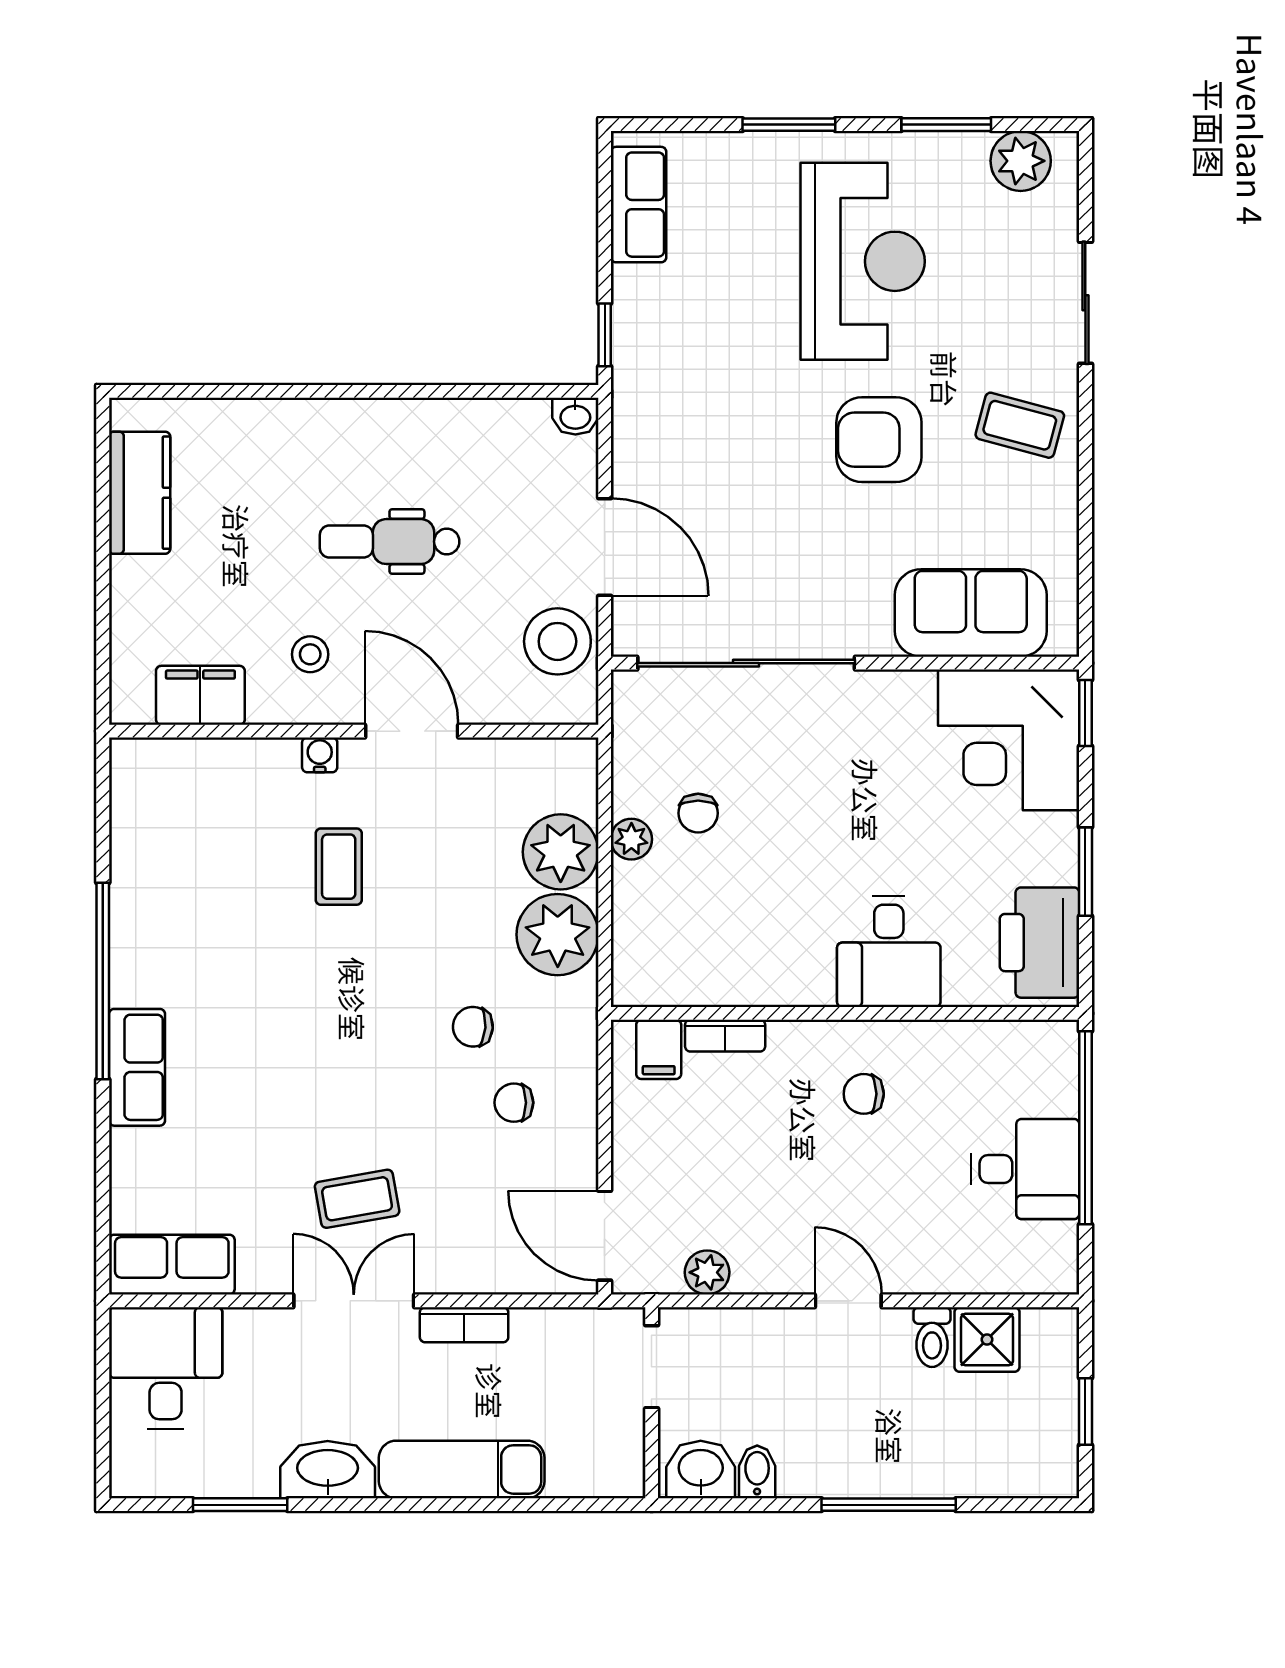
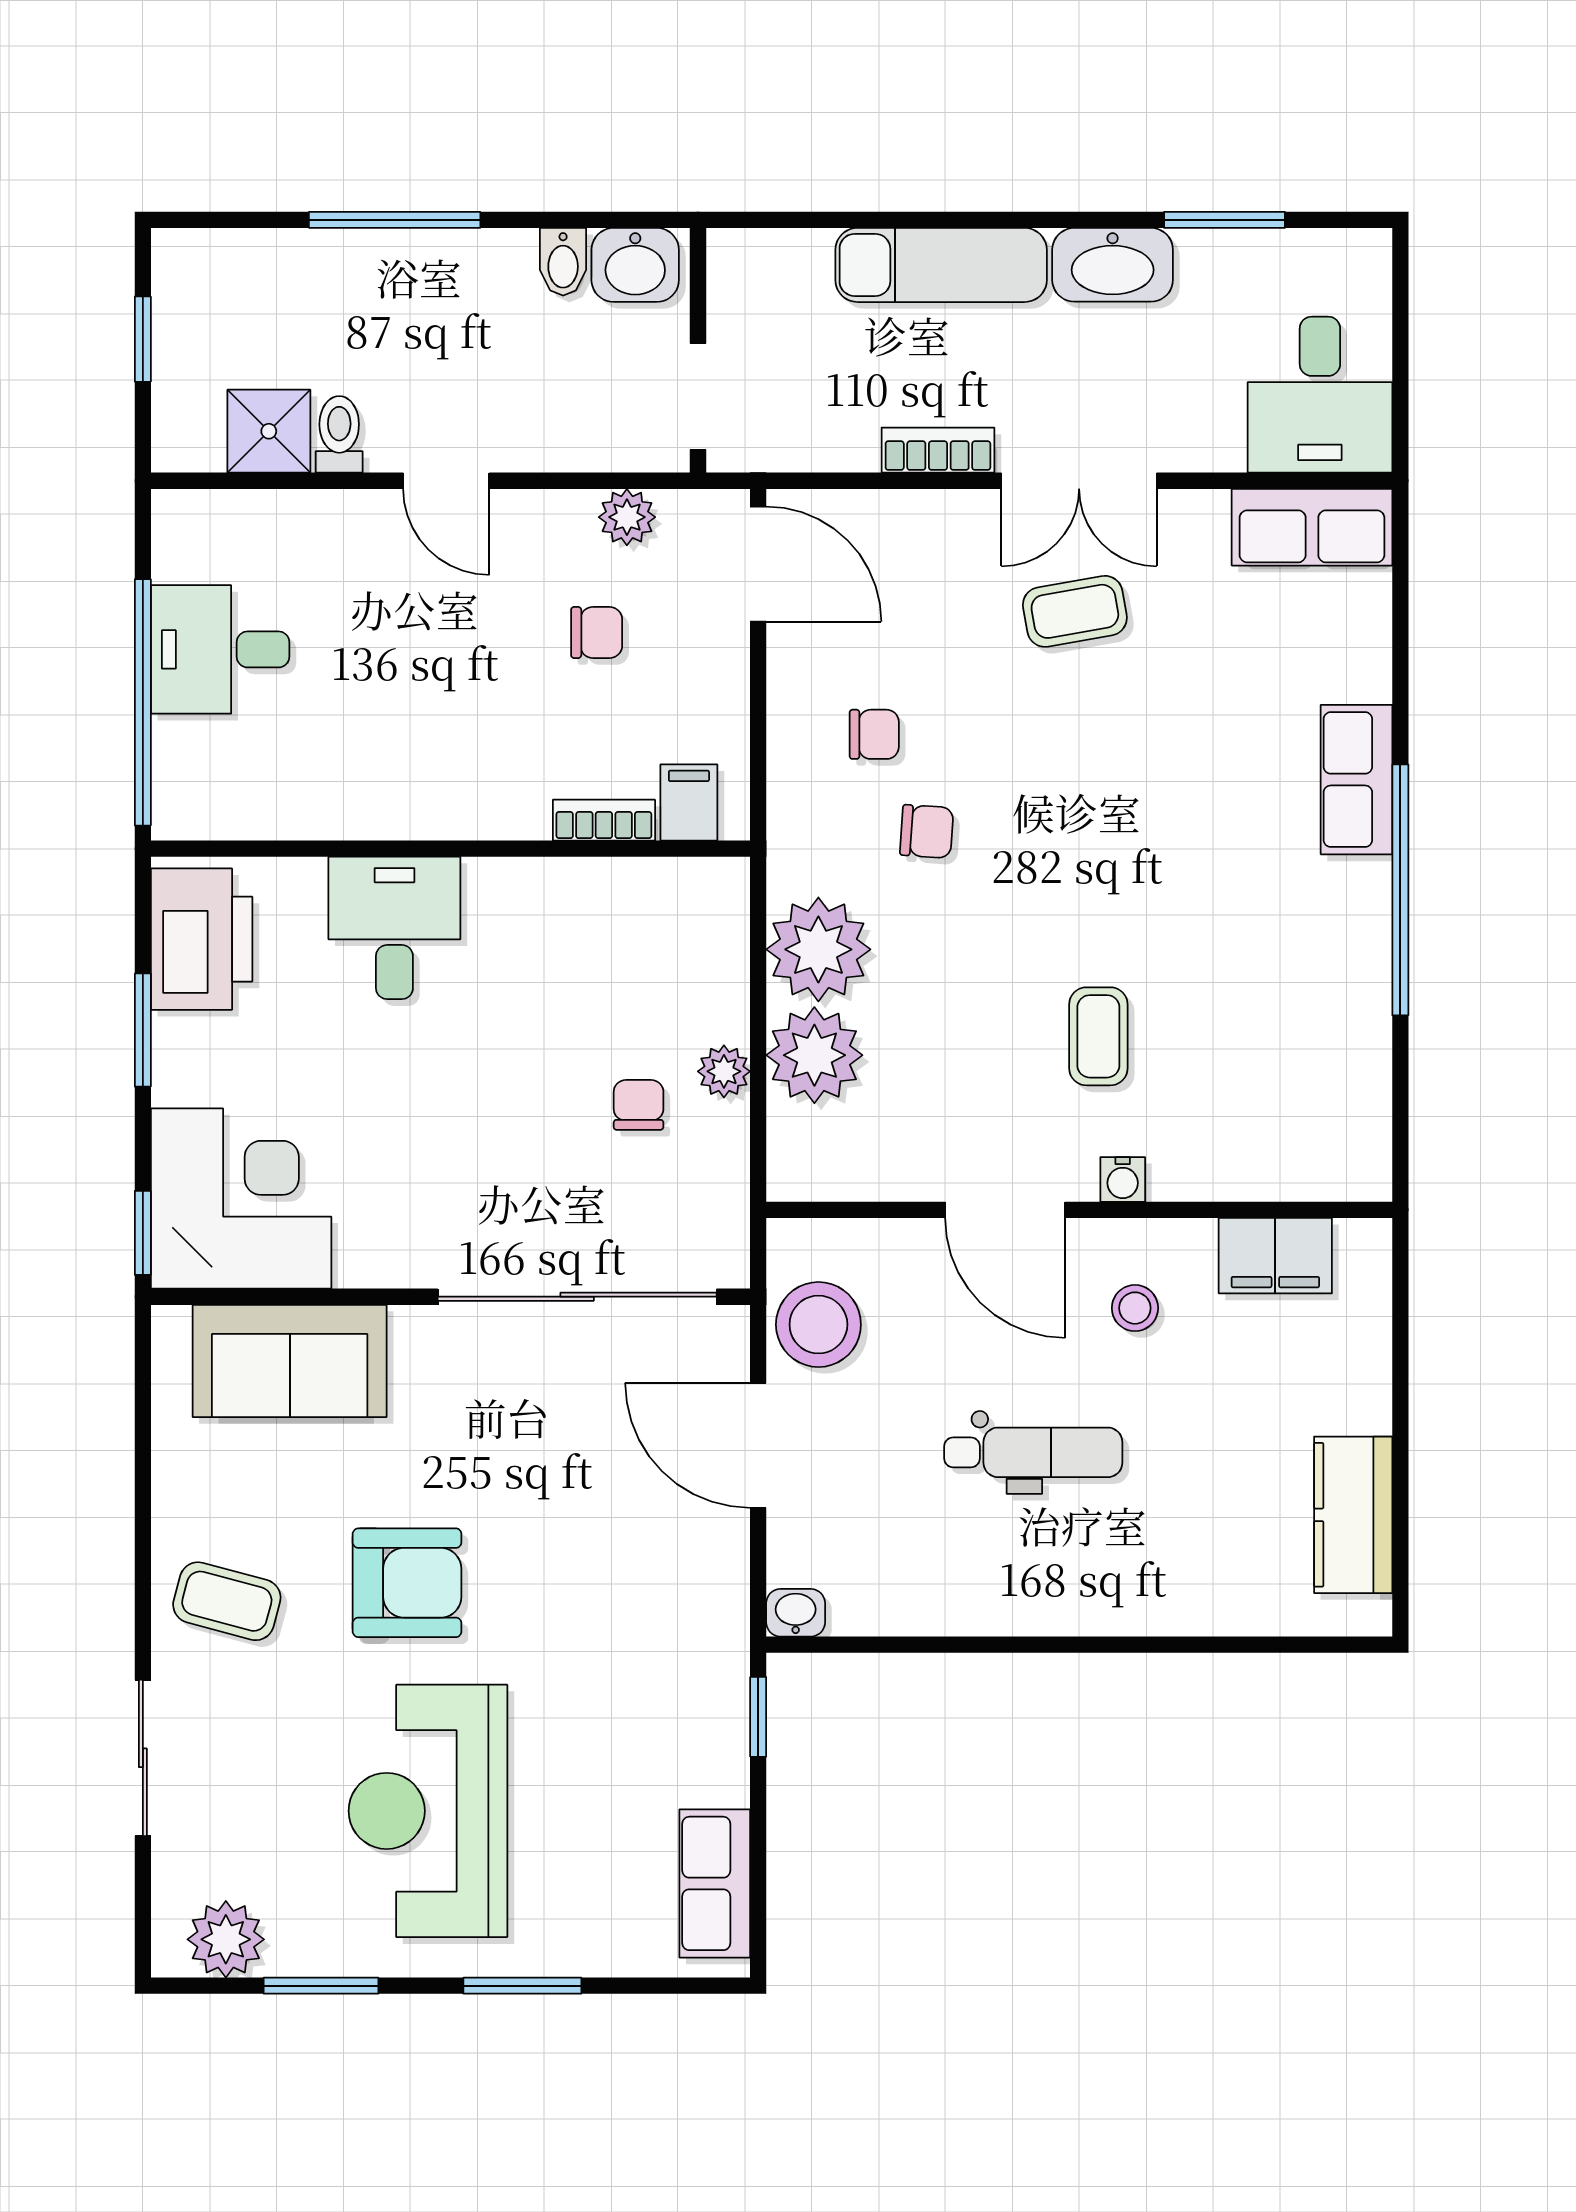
chair: (864, 1094) -> (597, 632), moved

